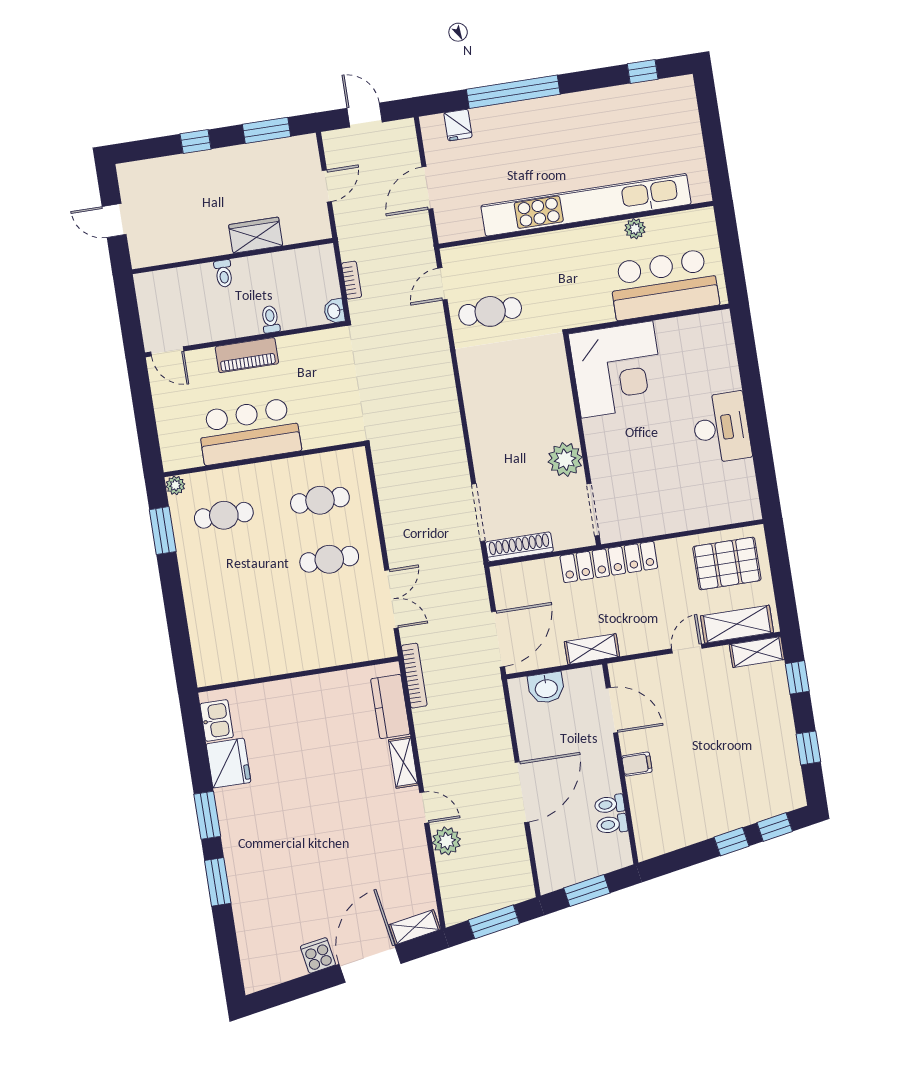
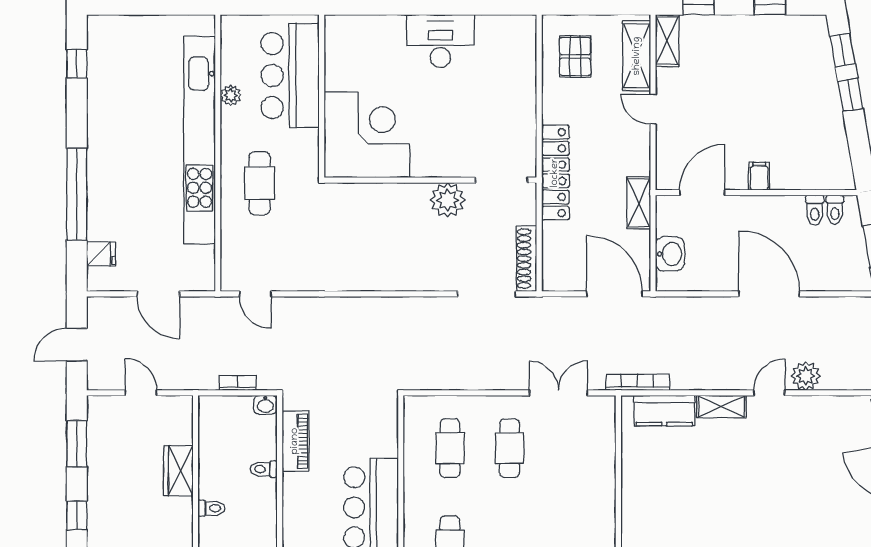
cafe table: (490, 311) -> (259, 183), moved
piano: (247, 355) -> (295, 441), moved
pallet: (727, 563) -> (575, 56), width x0.67, depth x0.71
toilet: (609, 804) -> (835, 210), moved

